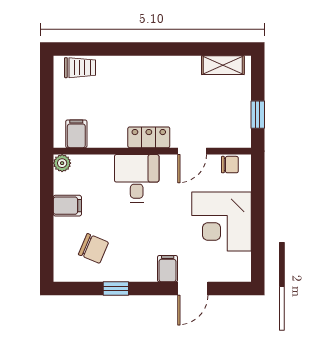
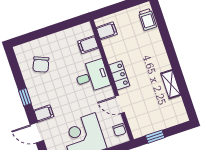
shelving: (223, 65) -> (171, 84), moved
plant: (62, 163) -> (86, 28), removed
filing cabinet: (67, 206) -> (88, 45), moved, turned 90
window: (116, 288) -> (25, 97), moved

